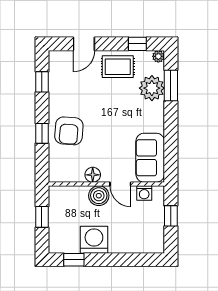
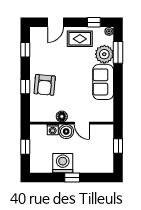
sofa: (150, 158) -> (103, 82), moved
washing machine: (144, 193) -> (53, 130), moved
window: (74, 260) -> (72, 178), moved

